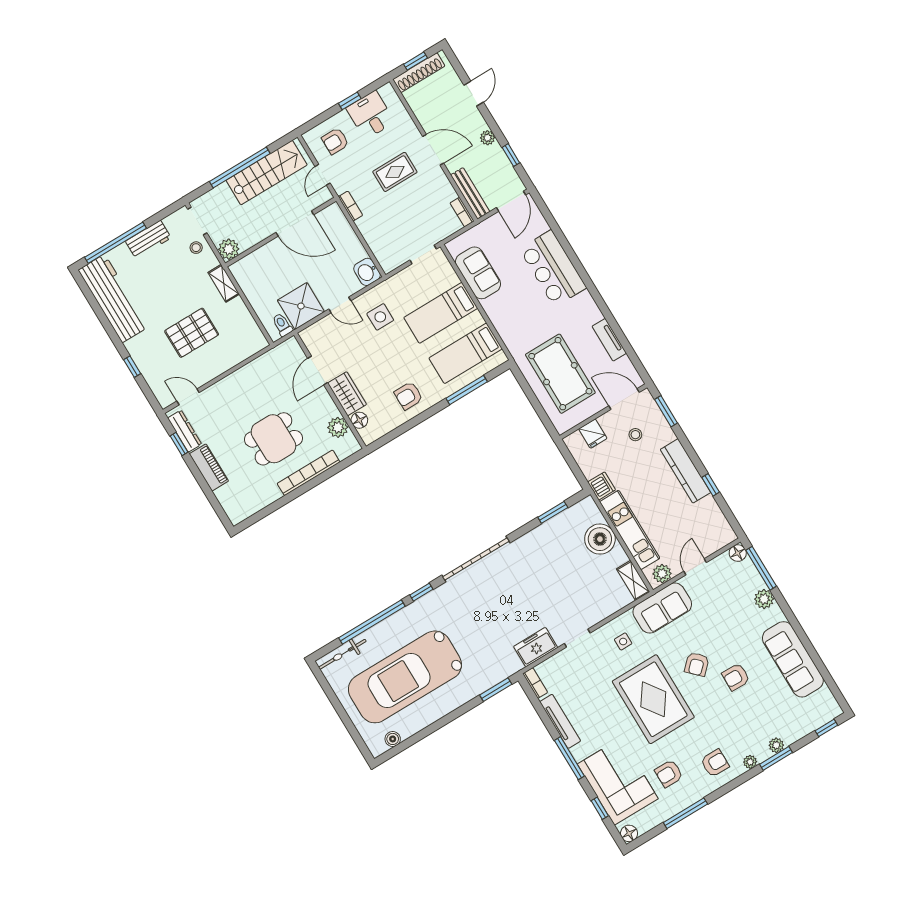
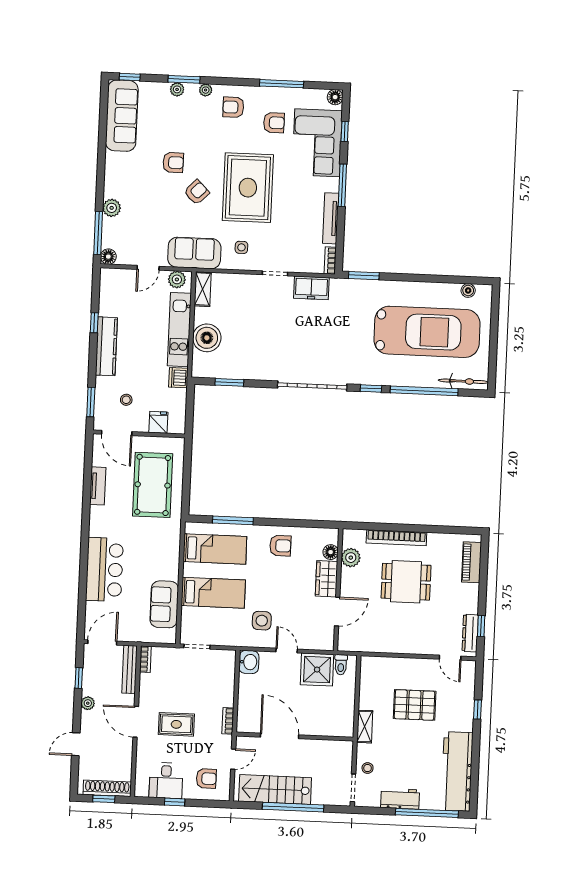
plant: (229, 249) -> (343, 750), removed
piano: (209, 467) -> (471, 562), moved
sofa: (793, 659) -> (122, 116), moved

